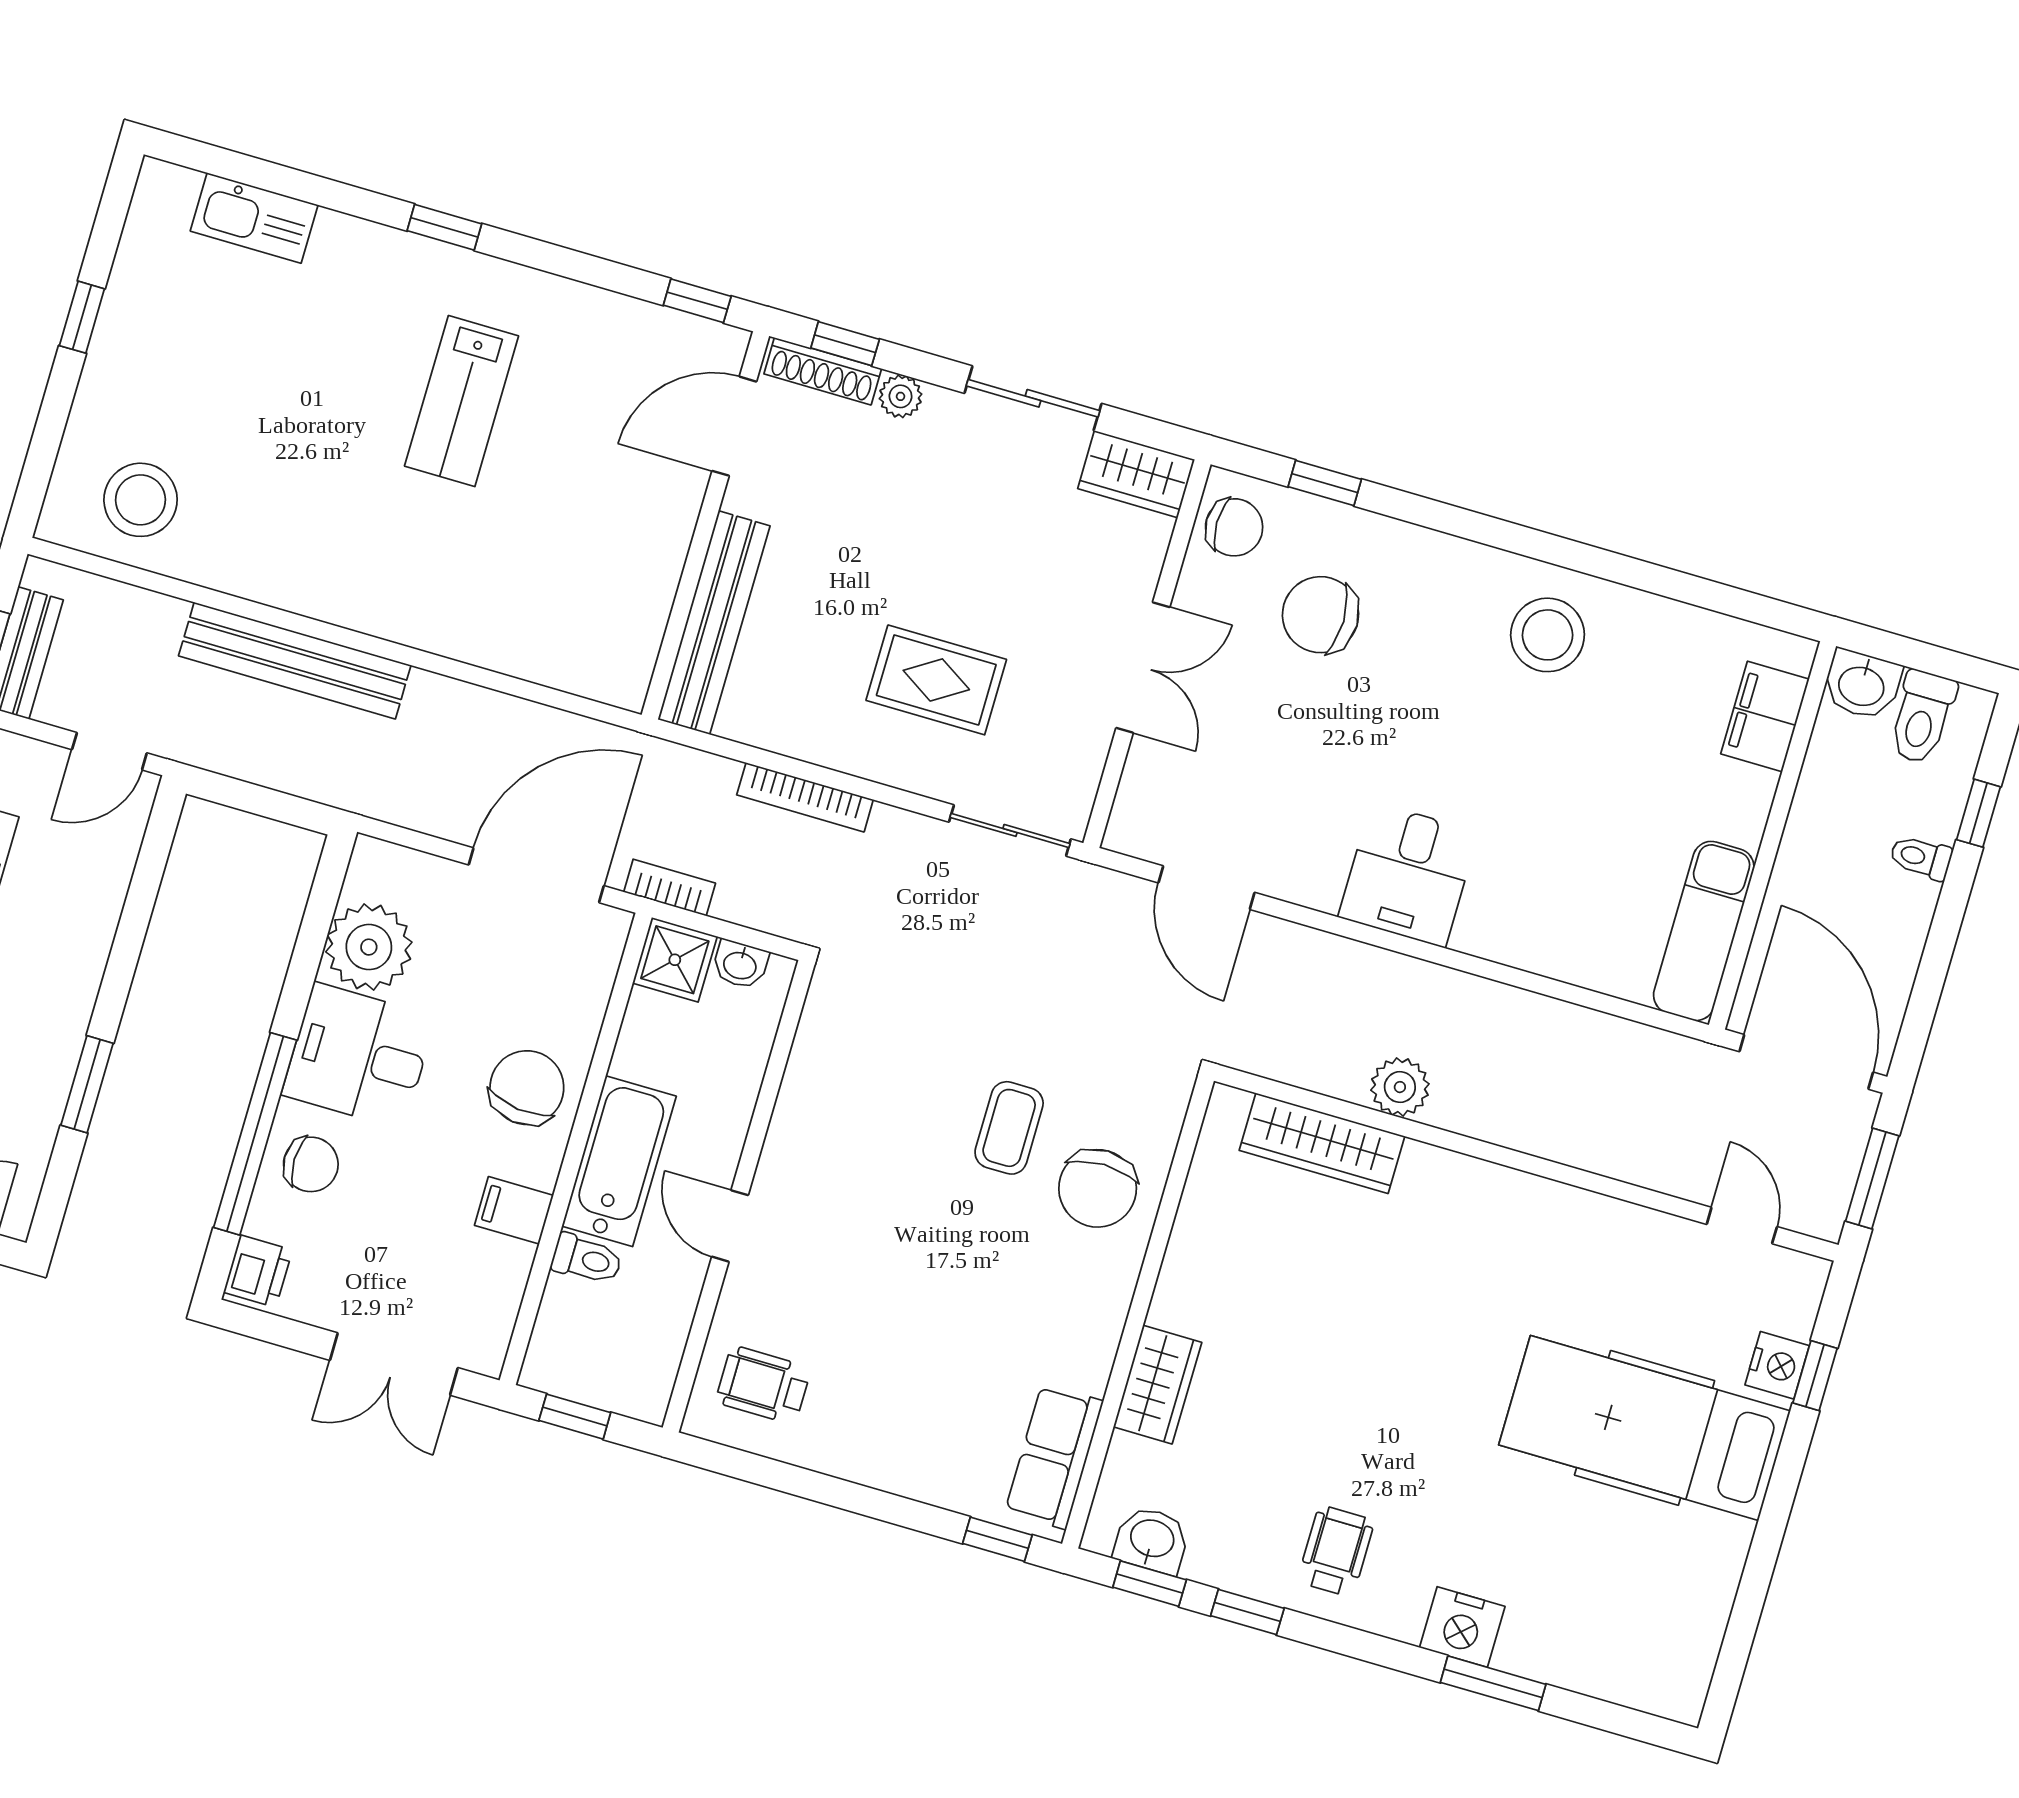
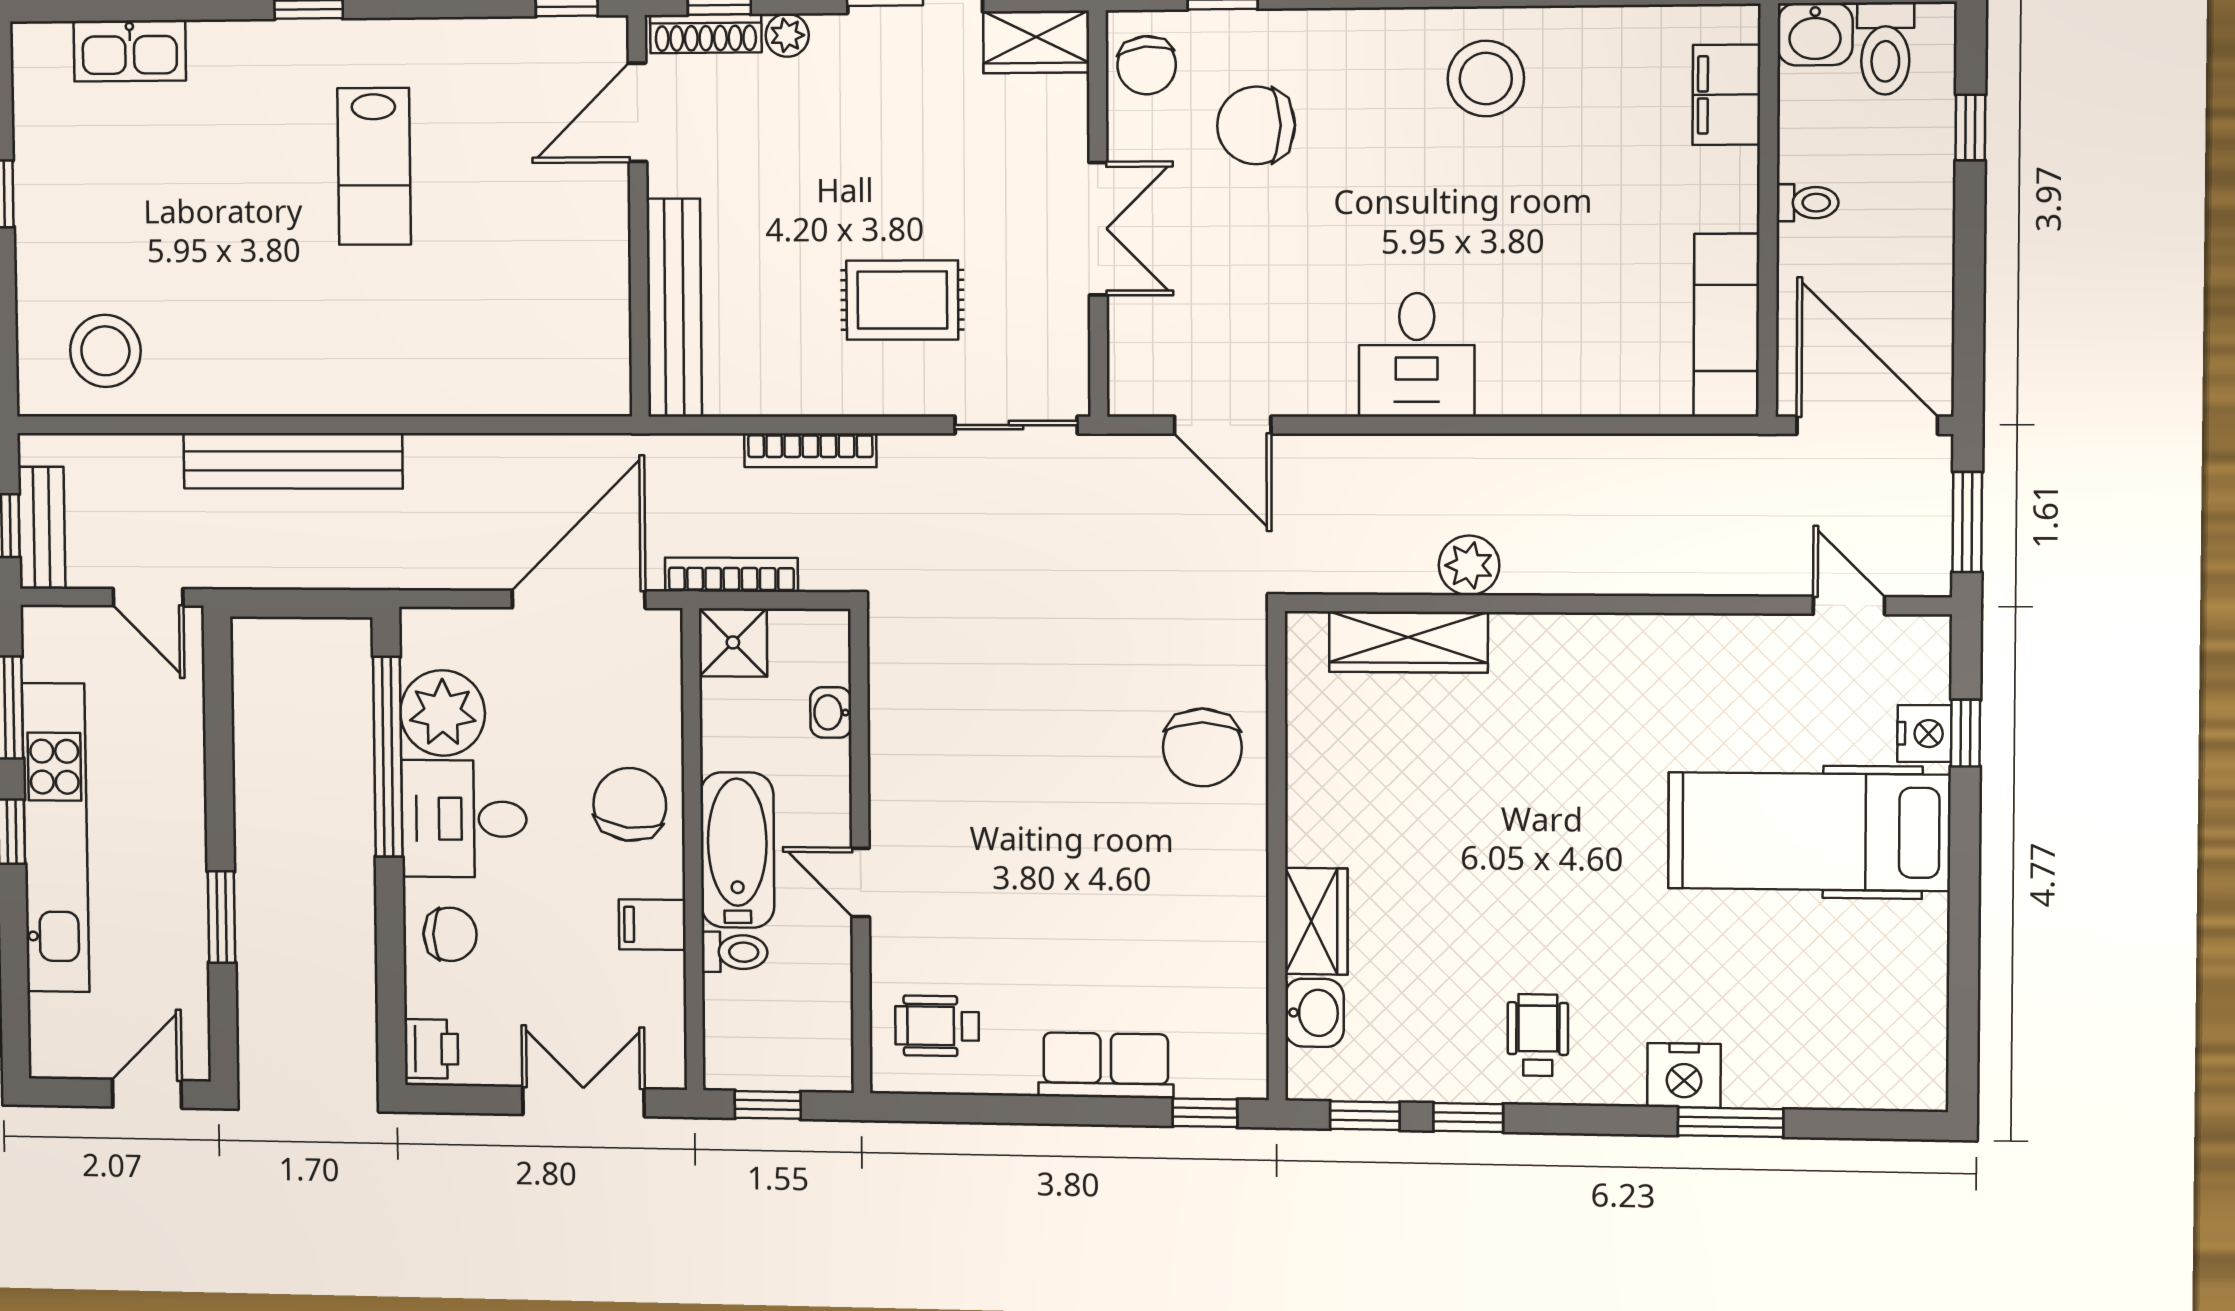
chair: (1234, 527) -> (1147, 65), turned 85
door: (109, 751) -> (148, 597), hinge flipped
toilet: (1921, 857) -> (1808, 203), moved, turned 180
bookcase: (670, 888) -> (731, 575), width x1.56
washbasin: (740, 964) -> (831, 712), moved, turned 90
coffee table: (1009, 1128) -> (1100, 713), removed
window: (255, 1134) -> (388, 757), moved
double door: (394, 1364) -> (583, 1102), swing flipped
row of seats: (1054, 1457) -> (1106, 1065), moved, turned 90
washbasin: (1152, 1540) -> (1314, 1013), moved, turned 90

